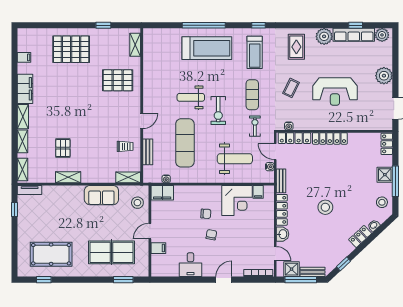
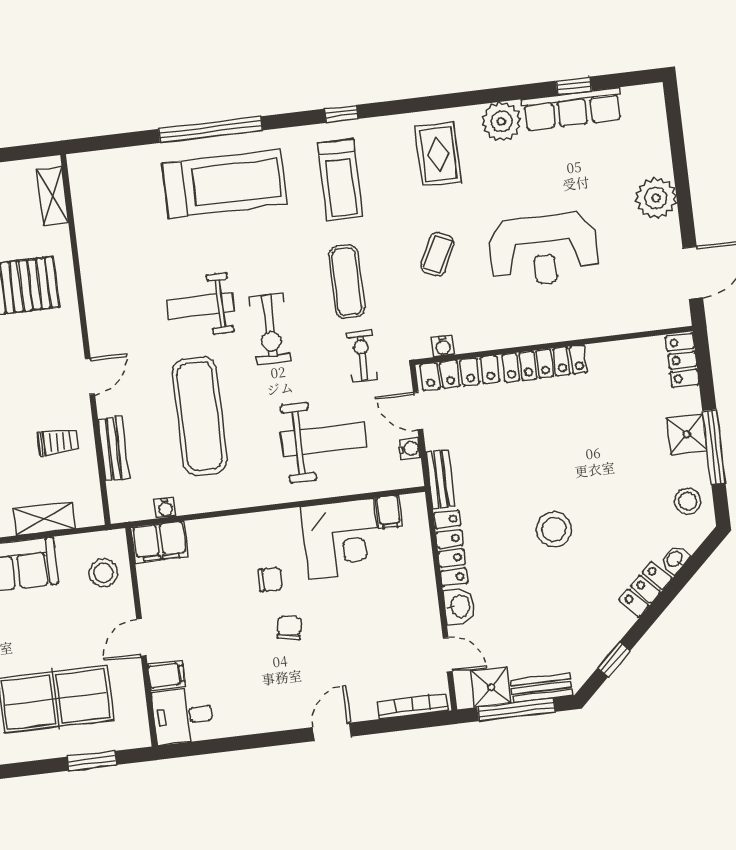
plant: (382, 35) -> (640, 101), removed
shelving: (128, 177) -> (44, 519), moved
desk: (190, 265) -> (183, 716), moved, turned 90

